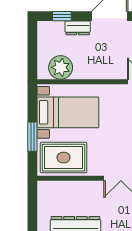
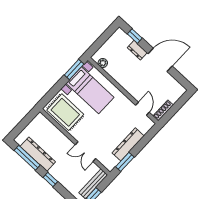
plant: (61, 67) -> (103, 63), width x0.53, depth x0.53
window: (32, 137) -> (74, 70), moved

